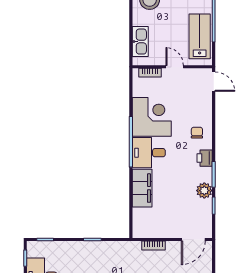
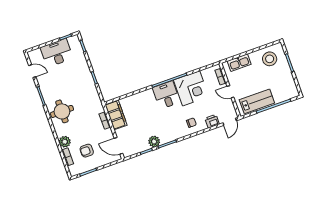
door: (175, 67) -> (230, 92), swing flipped
printer: (205, 158) -> (212, 121), moved
filing cabinet: (142, 188) -> (116, 115), moved, turned -90

